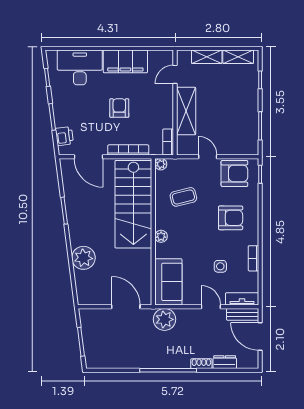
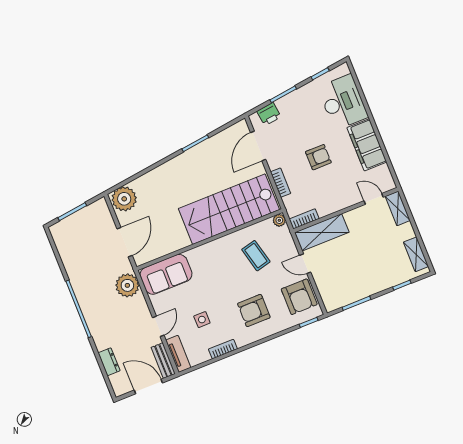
shelving: (207, 57) -> (398, 208), moved
shelving: (186, 111) -> (322, 232), moved
bookcase: (128, 150) -> (281, 183), width x0.64
door: (208, 157) -> (305, 264), swing flipped
armchair: (231, 218) -> (254, 311), turned 90
plant: (161, 236) -> (208, 249), removed
plant: (83, 258) -> (124, 199), moved
door: (260, 336) -> (148, 387), hinge flipped
shoe rack: (201, 364) -> (98, 339), removed

